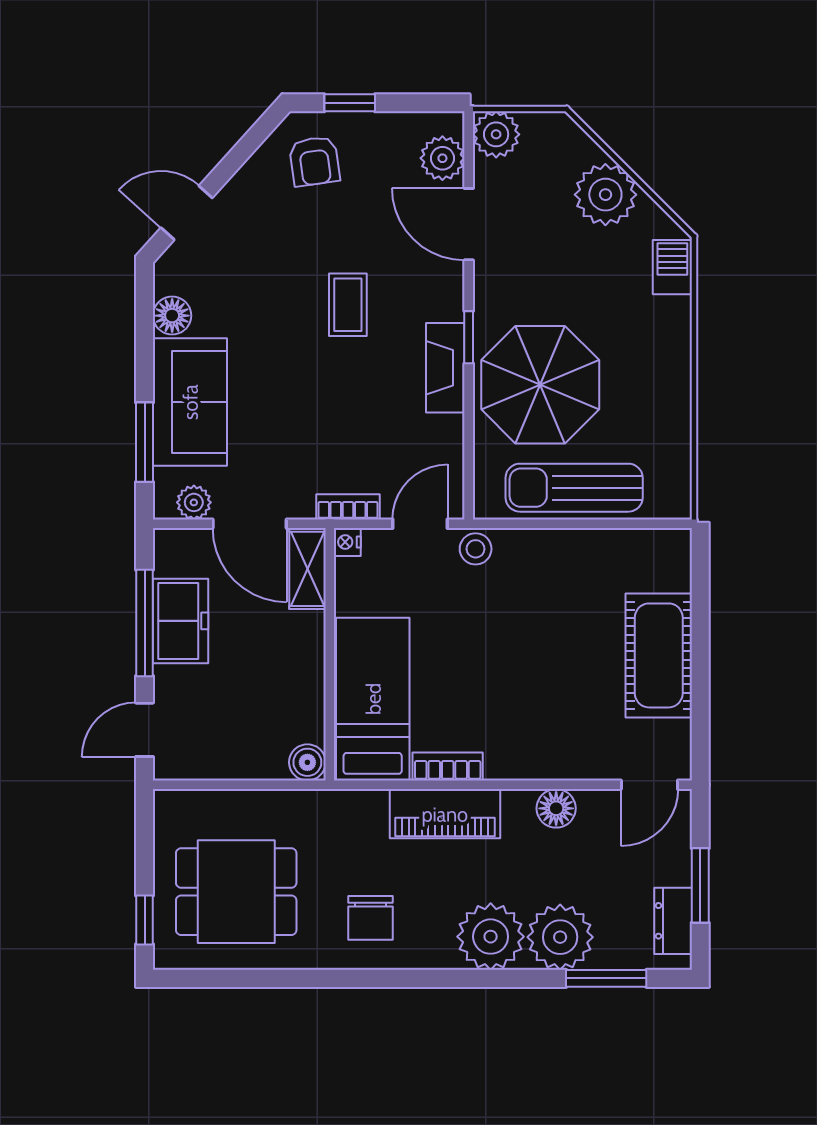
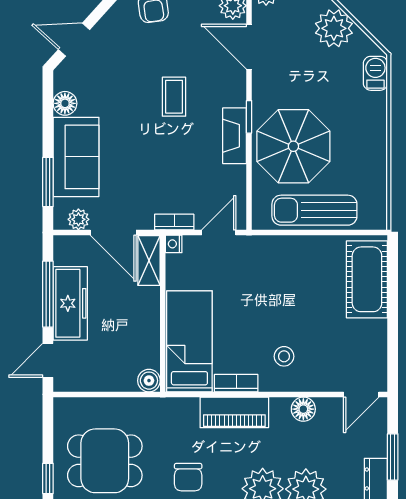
stool: (476, 549) -> (284, 356), moved
freezer: (180, 621) -> (70, 303), width x1.40
cot: (659, 655) -> (367, 279), moved

